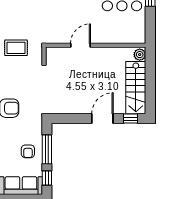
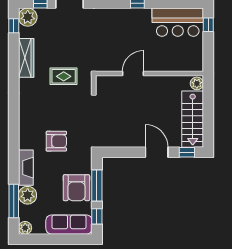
door: (102, 119) -> (157, 152), hinge flipped
armchair: (28, 151) -> (76, 188), width x1.88, depth x1.88

